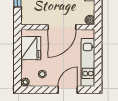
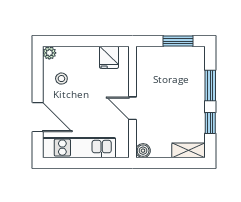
door: (62, 27) -> (132, 108), width x0.53
fridge: (31, 48) -> (109, 57), width x0.53, depth x0.75

